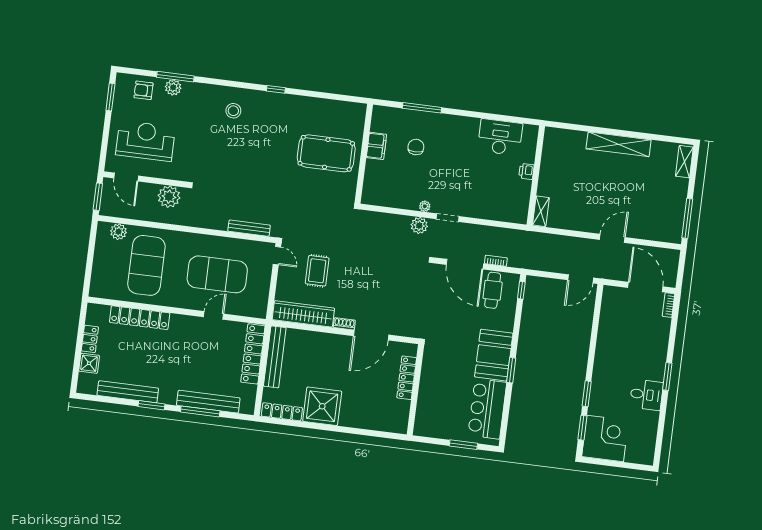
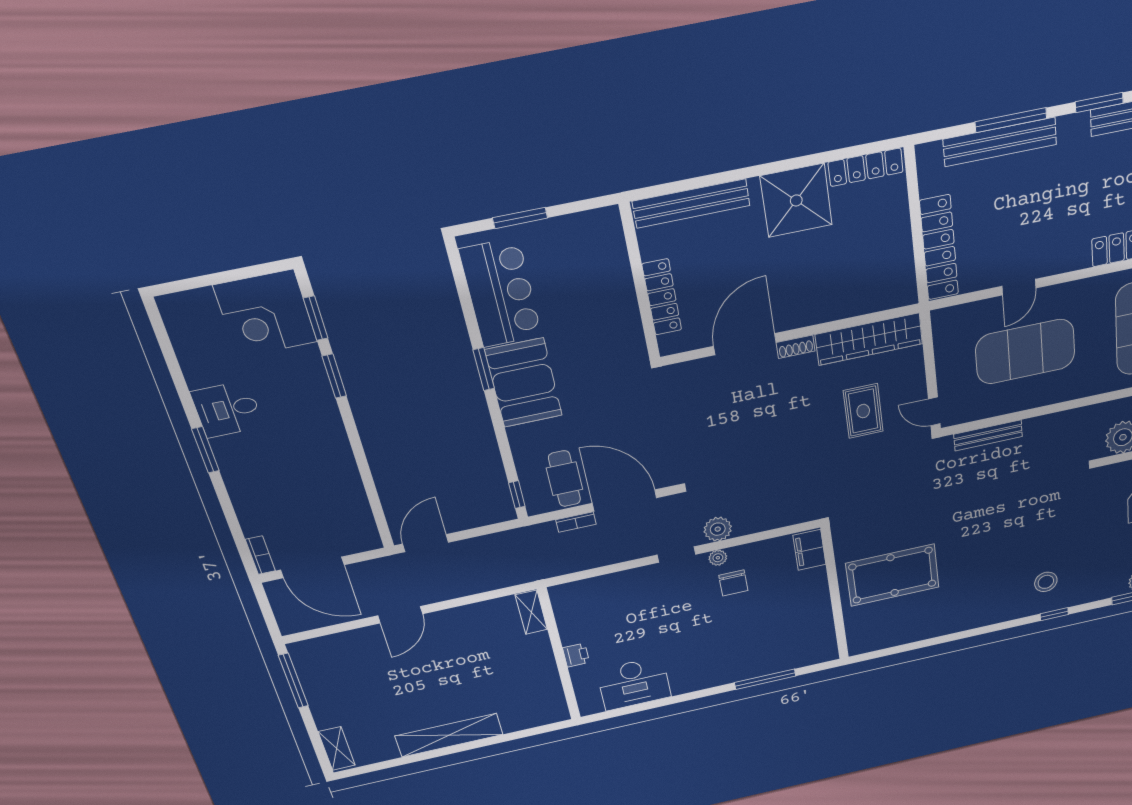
window: (276, 89) -> (1054, 614), moved
filing cabinet: (376, 146) -> (809, 550), moved
chair: (416, 147) -> (733, 583), moved
bench: (275, 357) -> (691, 203), moved, turned 90

